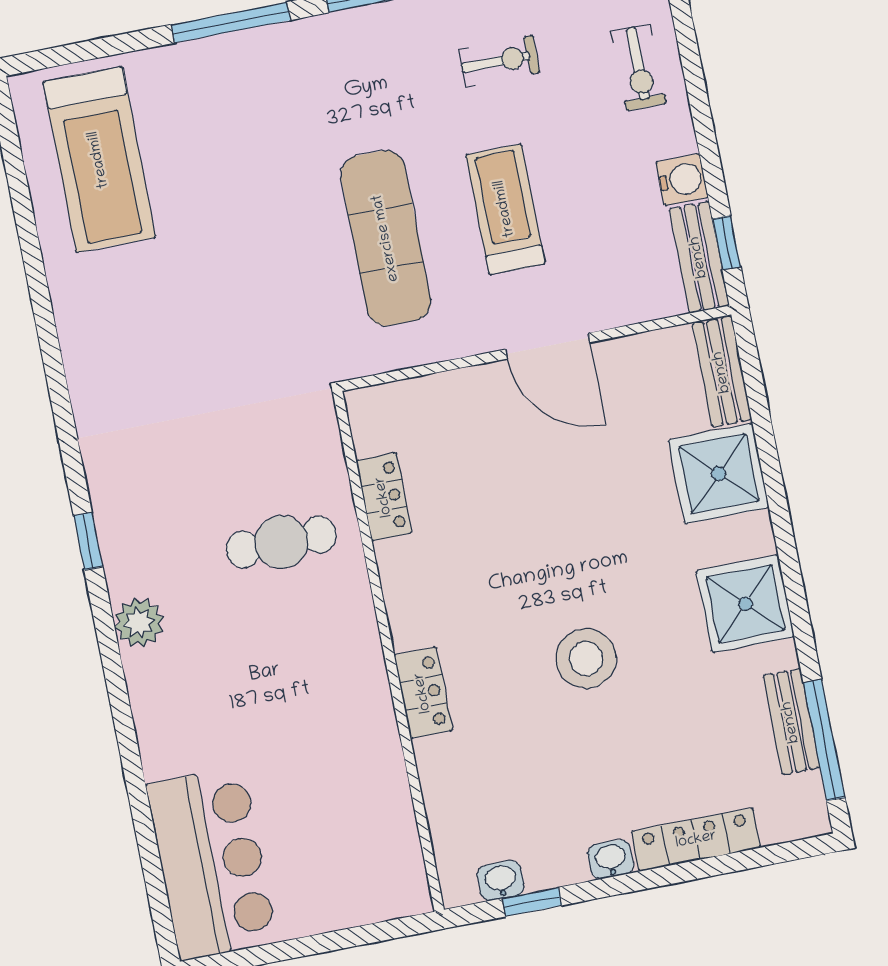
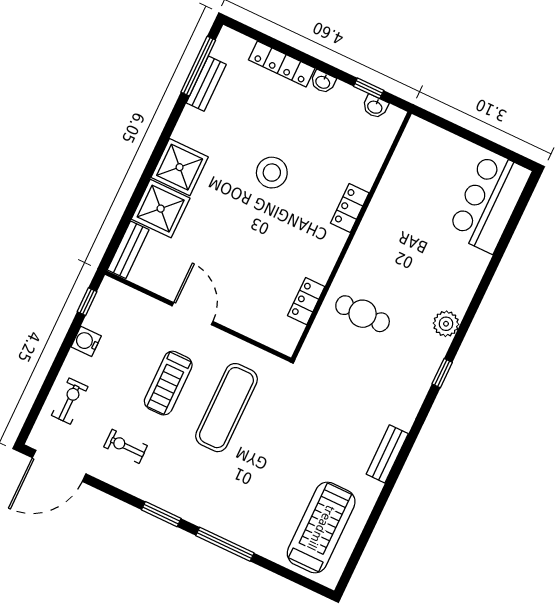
bench: (699, 257) -> (387, 454), moved
shower: (745, 604) -> (180, 167), moved

